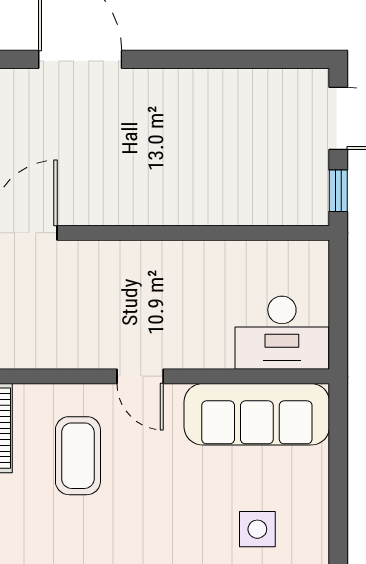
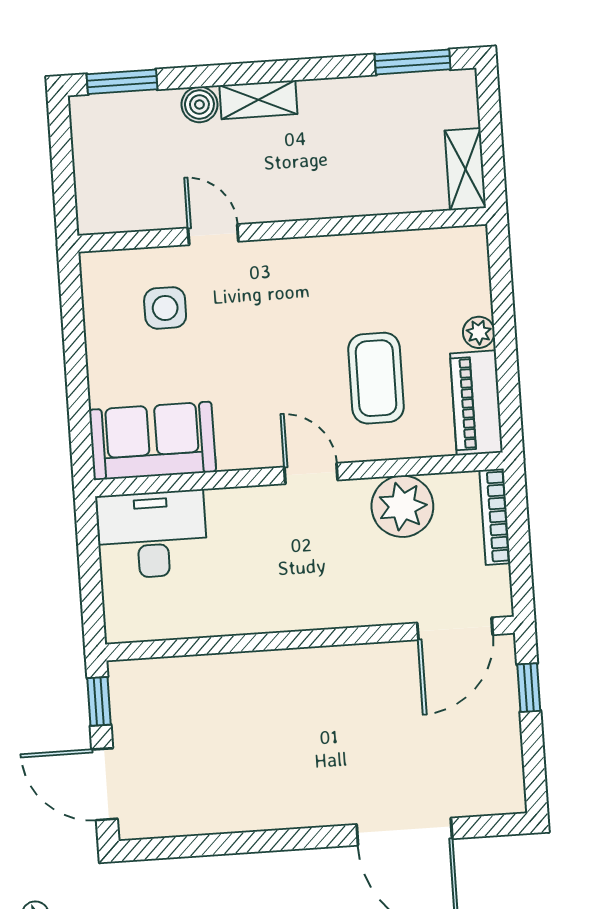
plant: (63, 343) -> (402, 506), added
sofa: (257, 414) -> (153, 441), width x0.73

